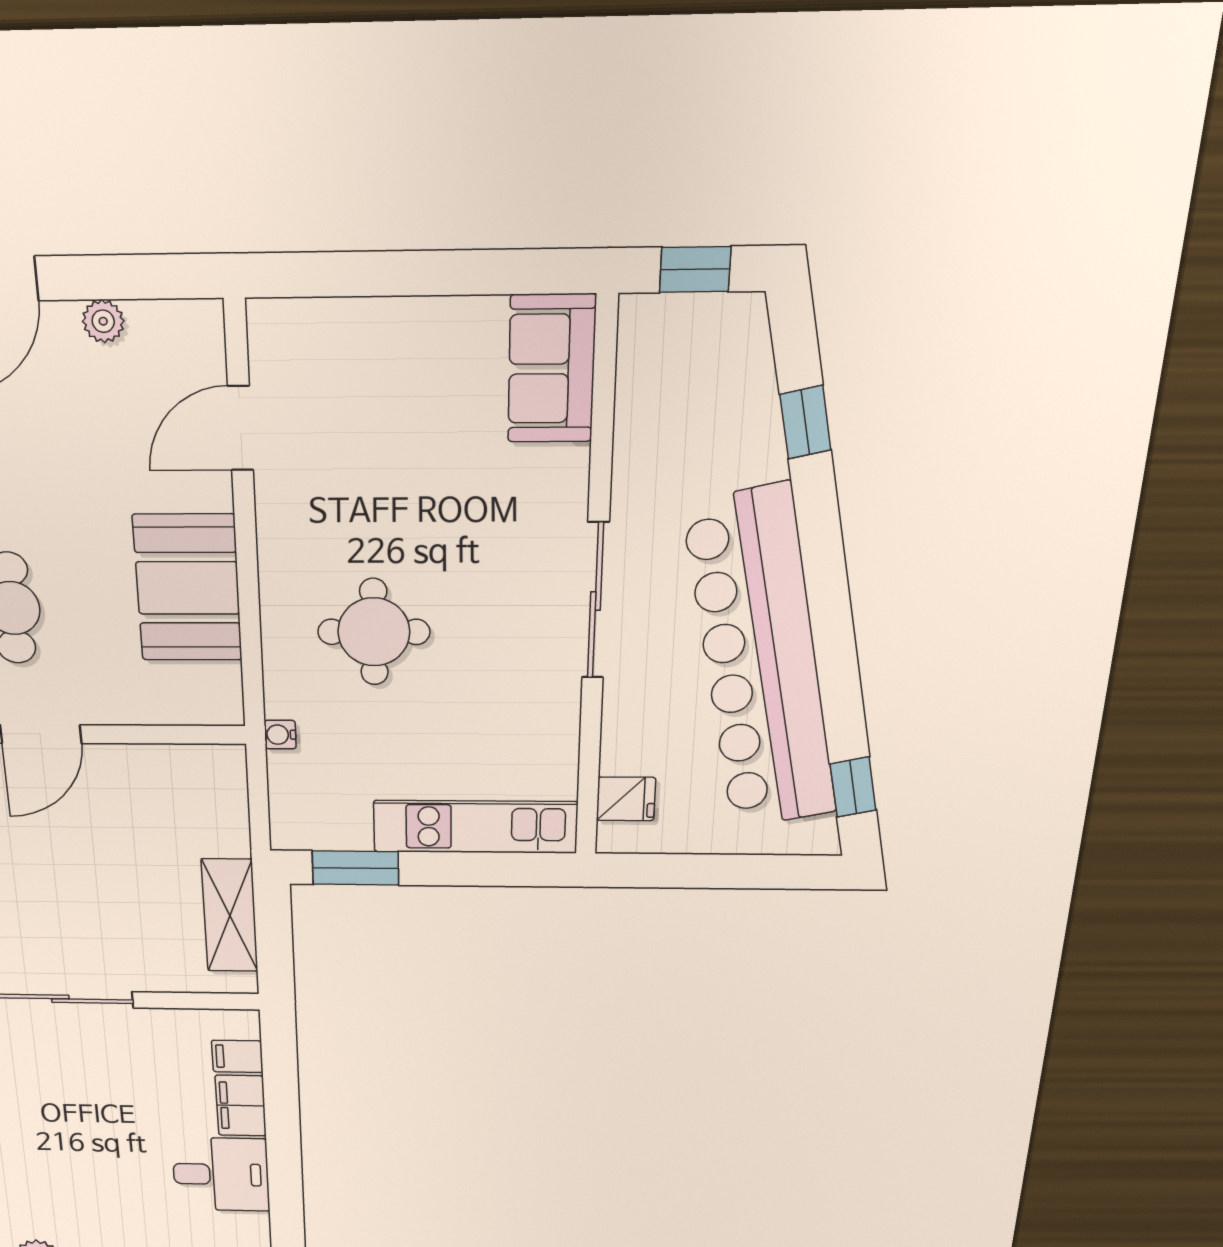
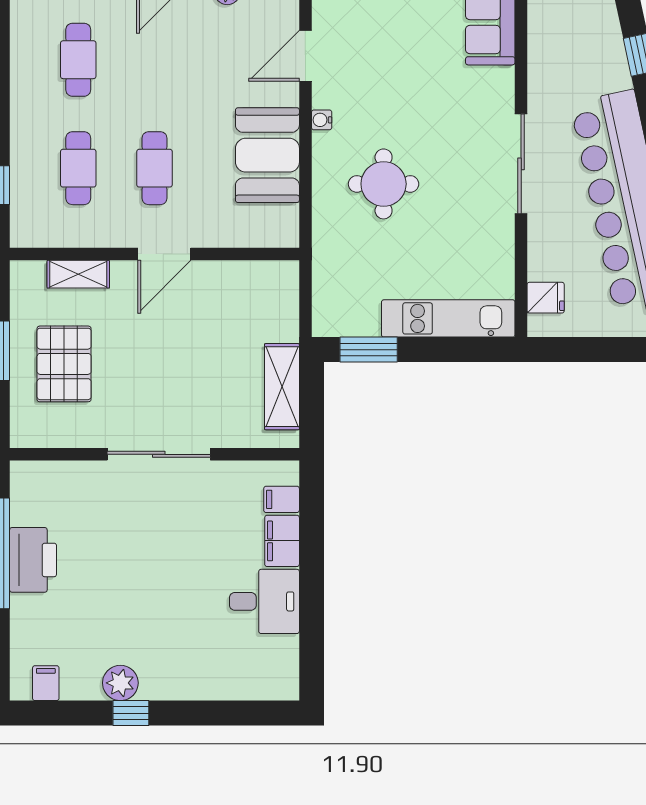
water cooler: (280, 735) -> (322, 120), moved

